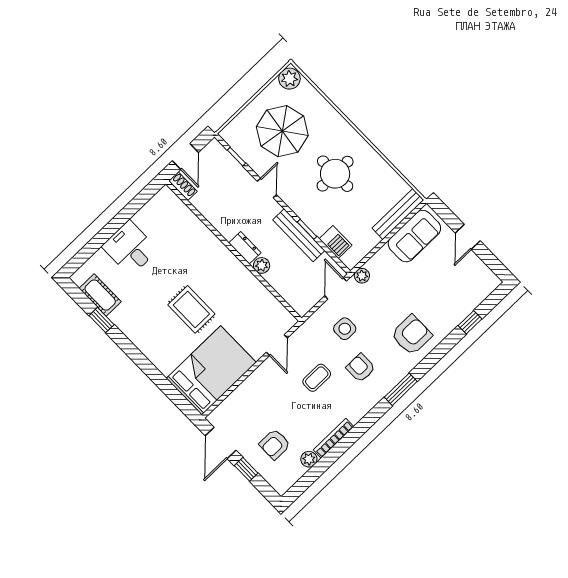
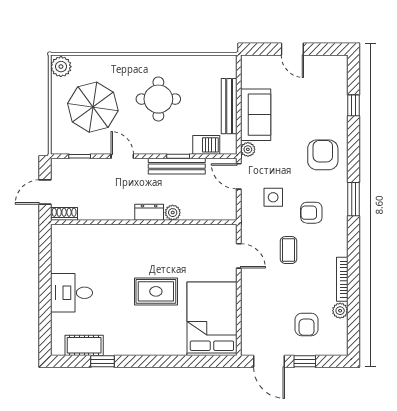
door: (185, 157) -> (45, 192), swing flipped
bench: (398, 214) -> (229, 106), moved
sofa: (414, 236) -> (256, 115), moved

